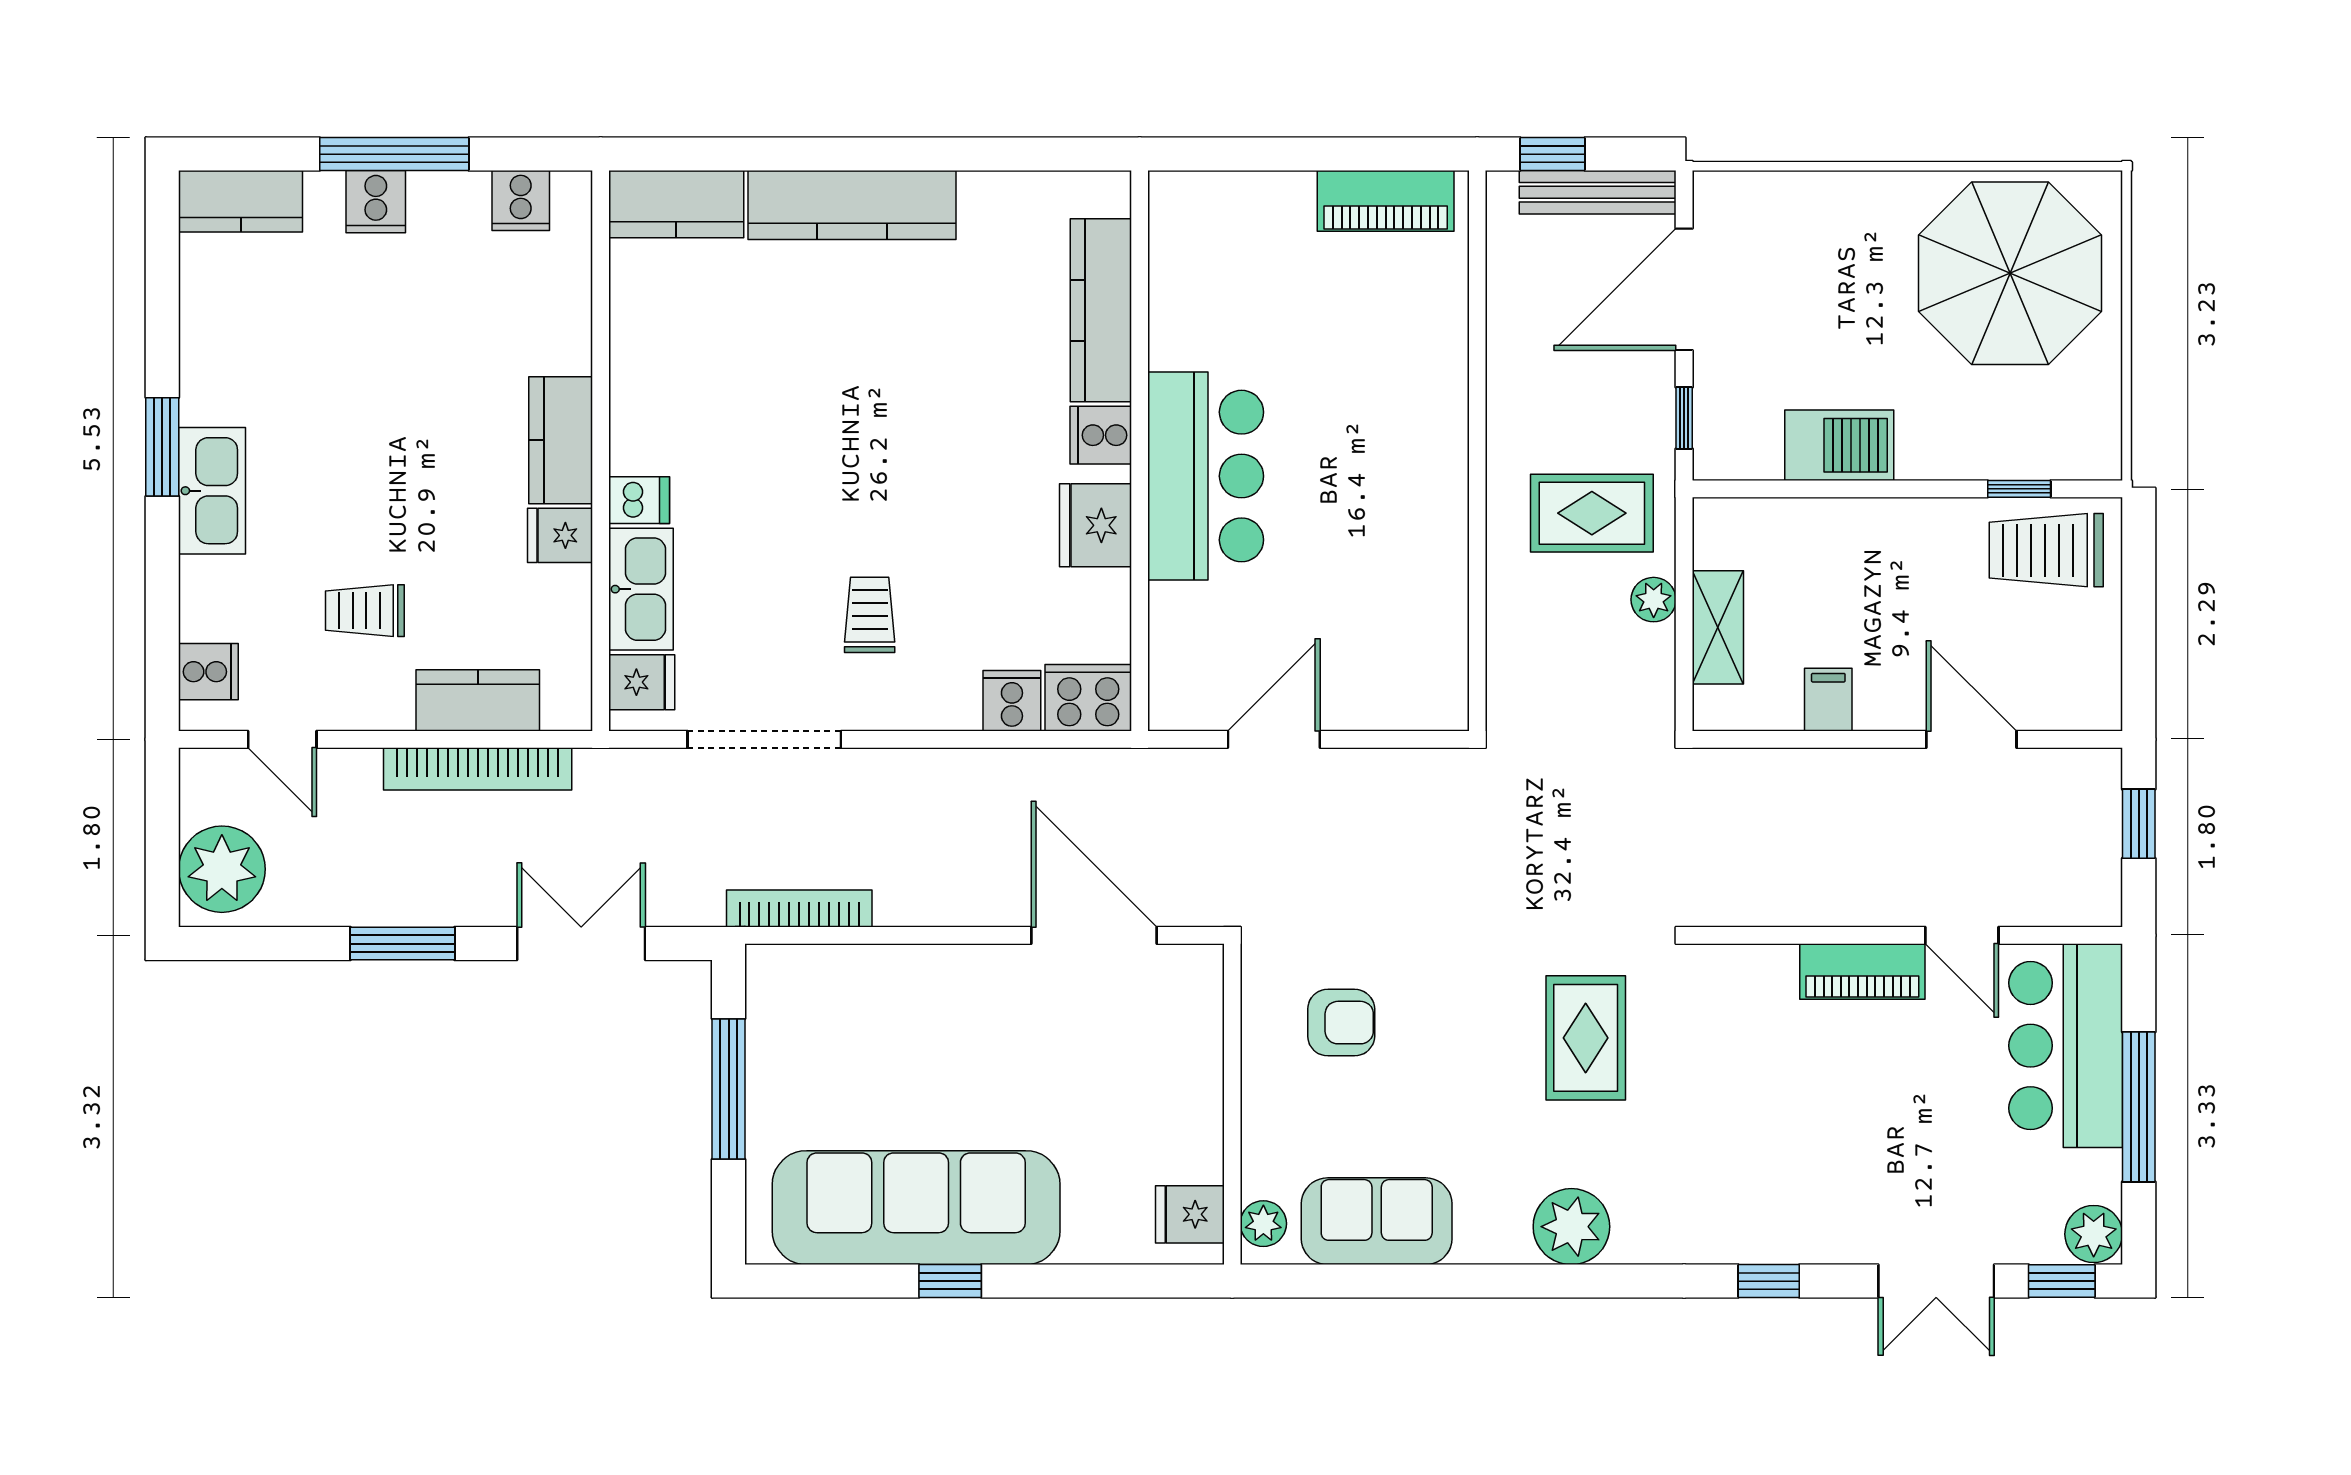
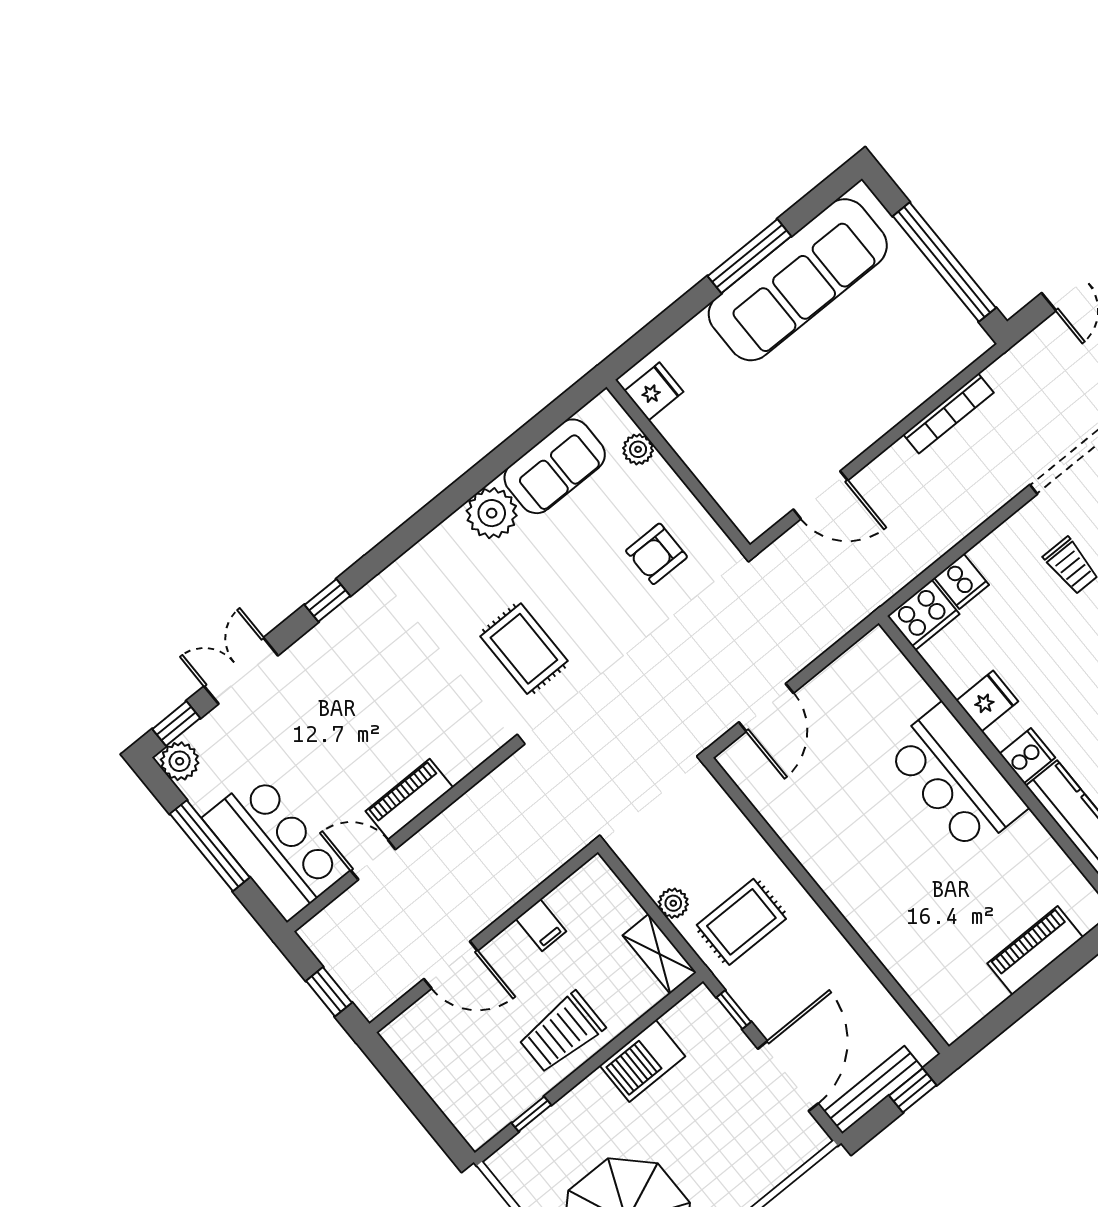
piano: (1386, 201) -> (1035, 950), moved
fridge: (1096, 525) -> (987, 701), width x0.72
trolley: (2046, 550) -> (562, 1033), moved, turned 180
shelving: (1718, 627) -> (659, 954), moved
door: (1274, 739) -> (766, 708), moved
bookcase: (799, 909) -> (949, 414), moved
door: (1094, 935) -> (821, 495), width x0.73
window: (729, 1089) -> (944, 262), width x1.46
plant: (1263, 1224) -> (638, 449), moved
plant: (1571, 1227) -> (492, 513), moved
window: (950, 1281) -> (749, 256), width x2.17

